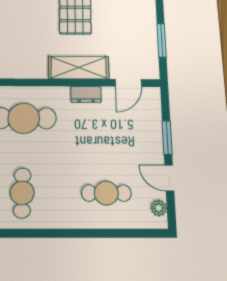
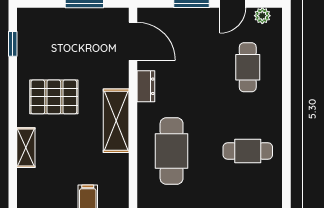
shelving: (79, 68) -> (116, 121), moved
door: (128, 83) -> (133, 41), width x1.38

